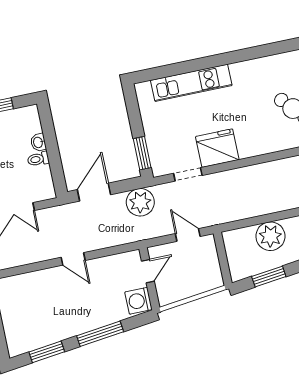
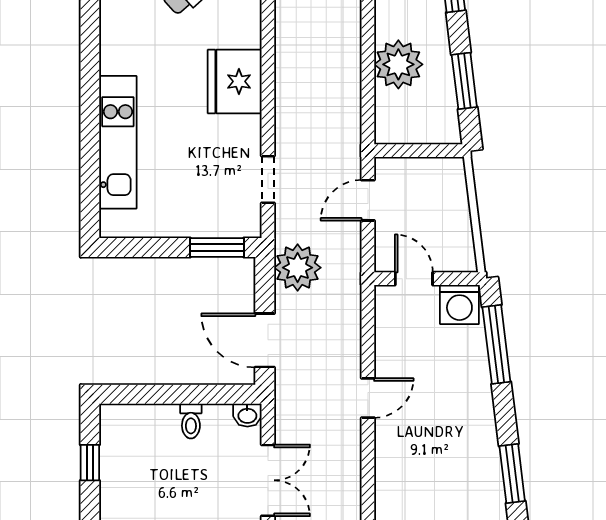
washbasin: (38, 142) -> (247, 415), moved
fridge: (217, 148) -> (235, 81), moved
window: (100, 334) -> (496, 344), moved

